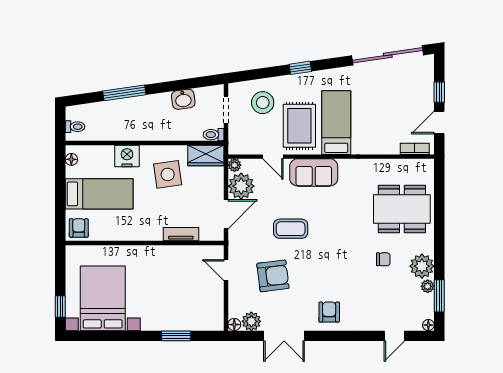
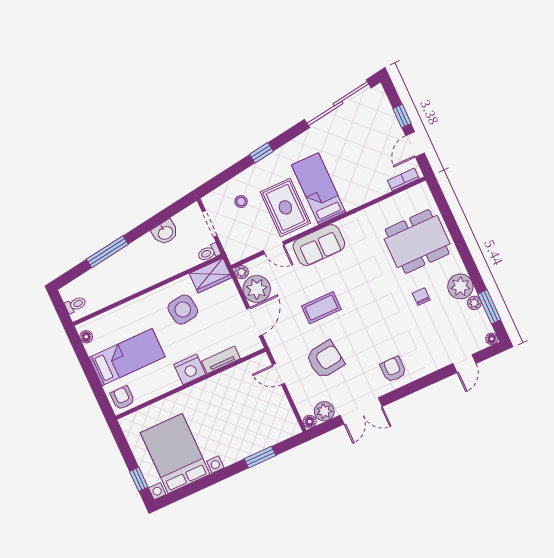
stool: (263, 103) -> (241, 202), width x0.53, depth x0.53
nightstand: (127, 156) -> (190, 369), moved, turned 180
chair: (383, 259) -> (421, 297), turned -90

